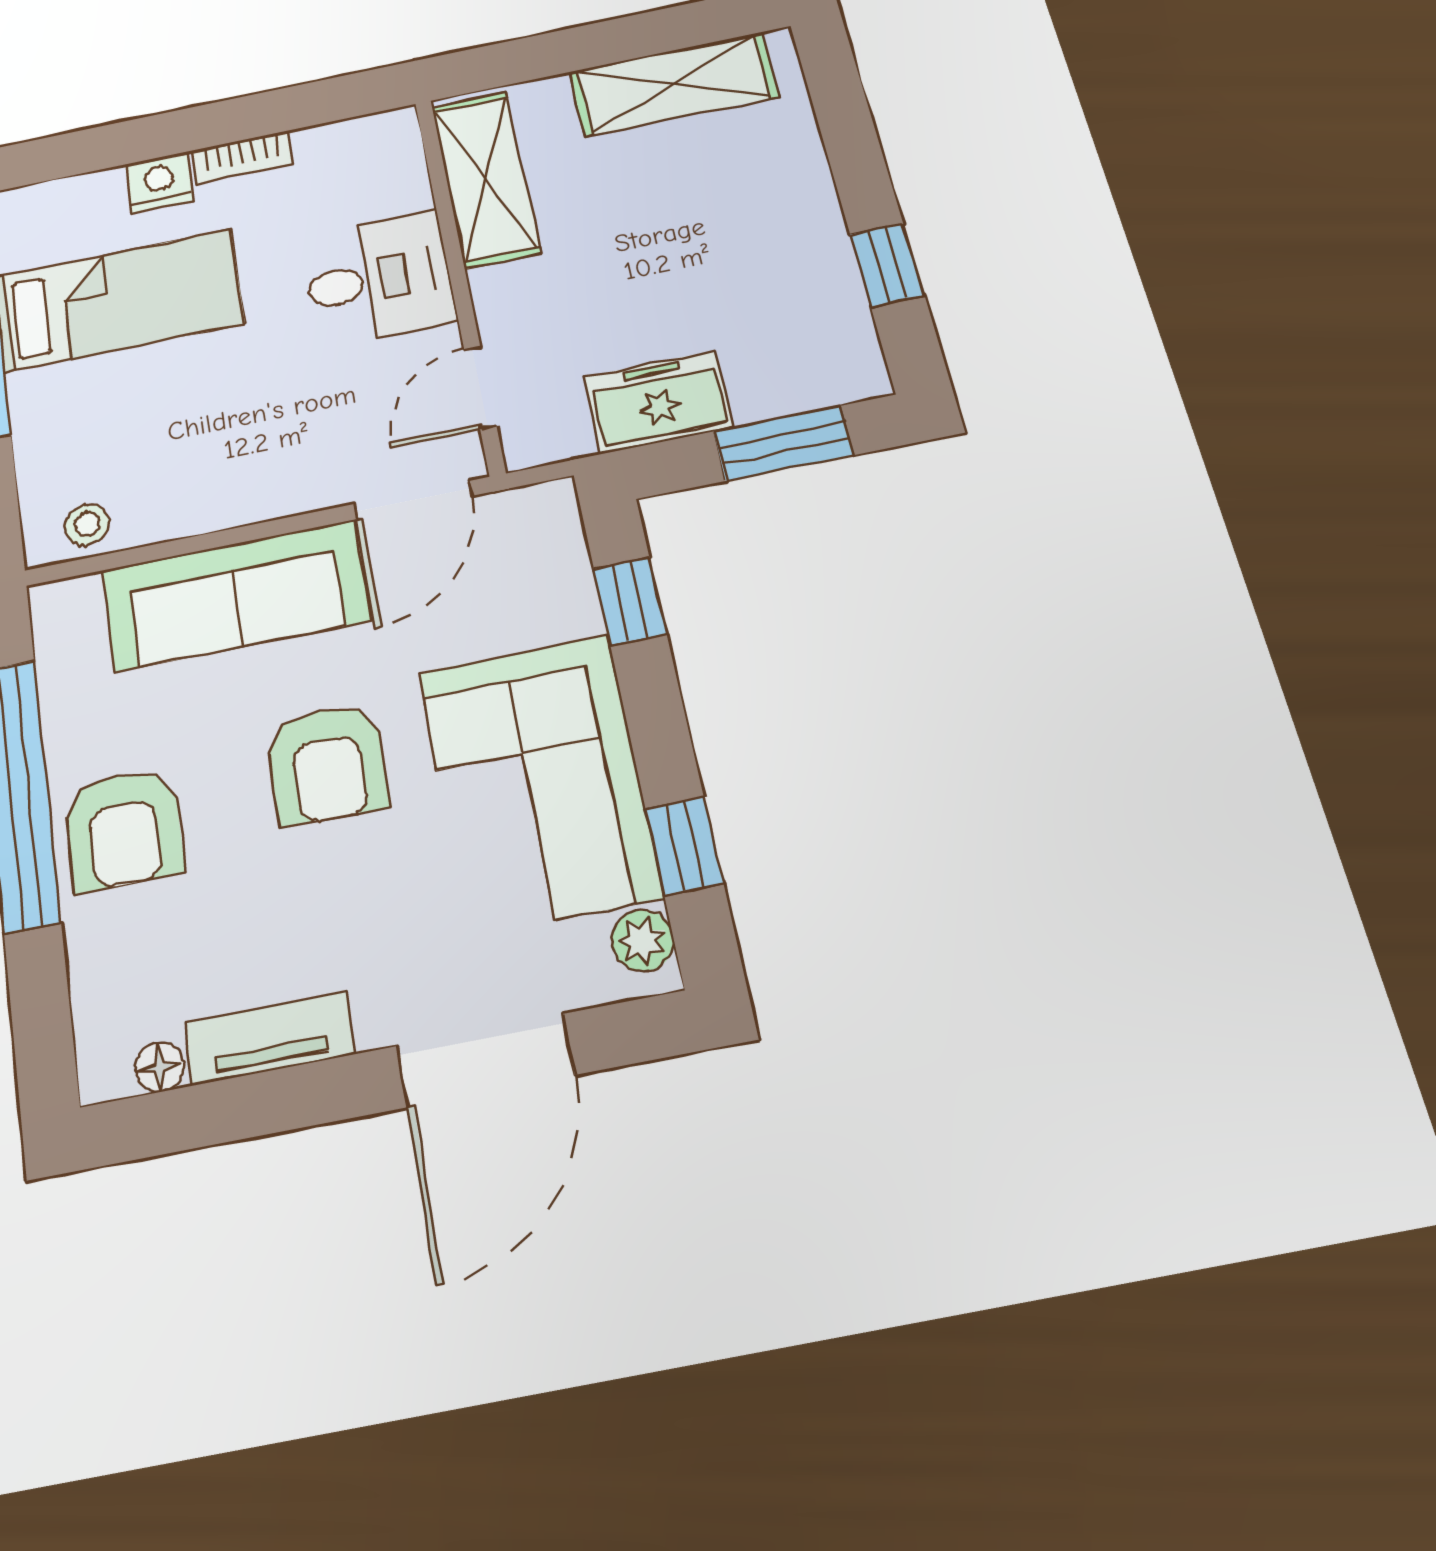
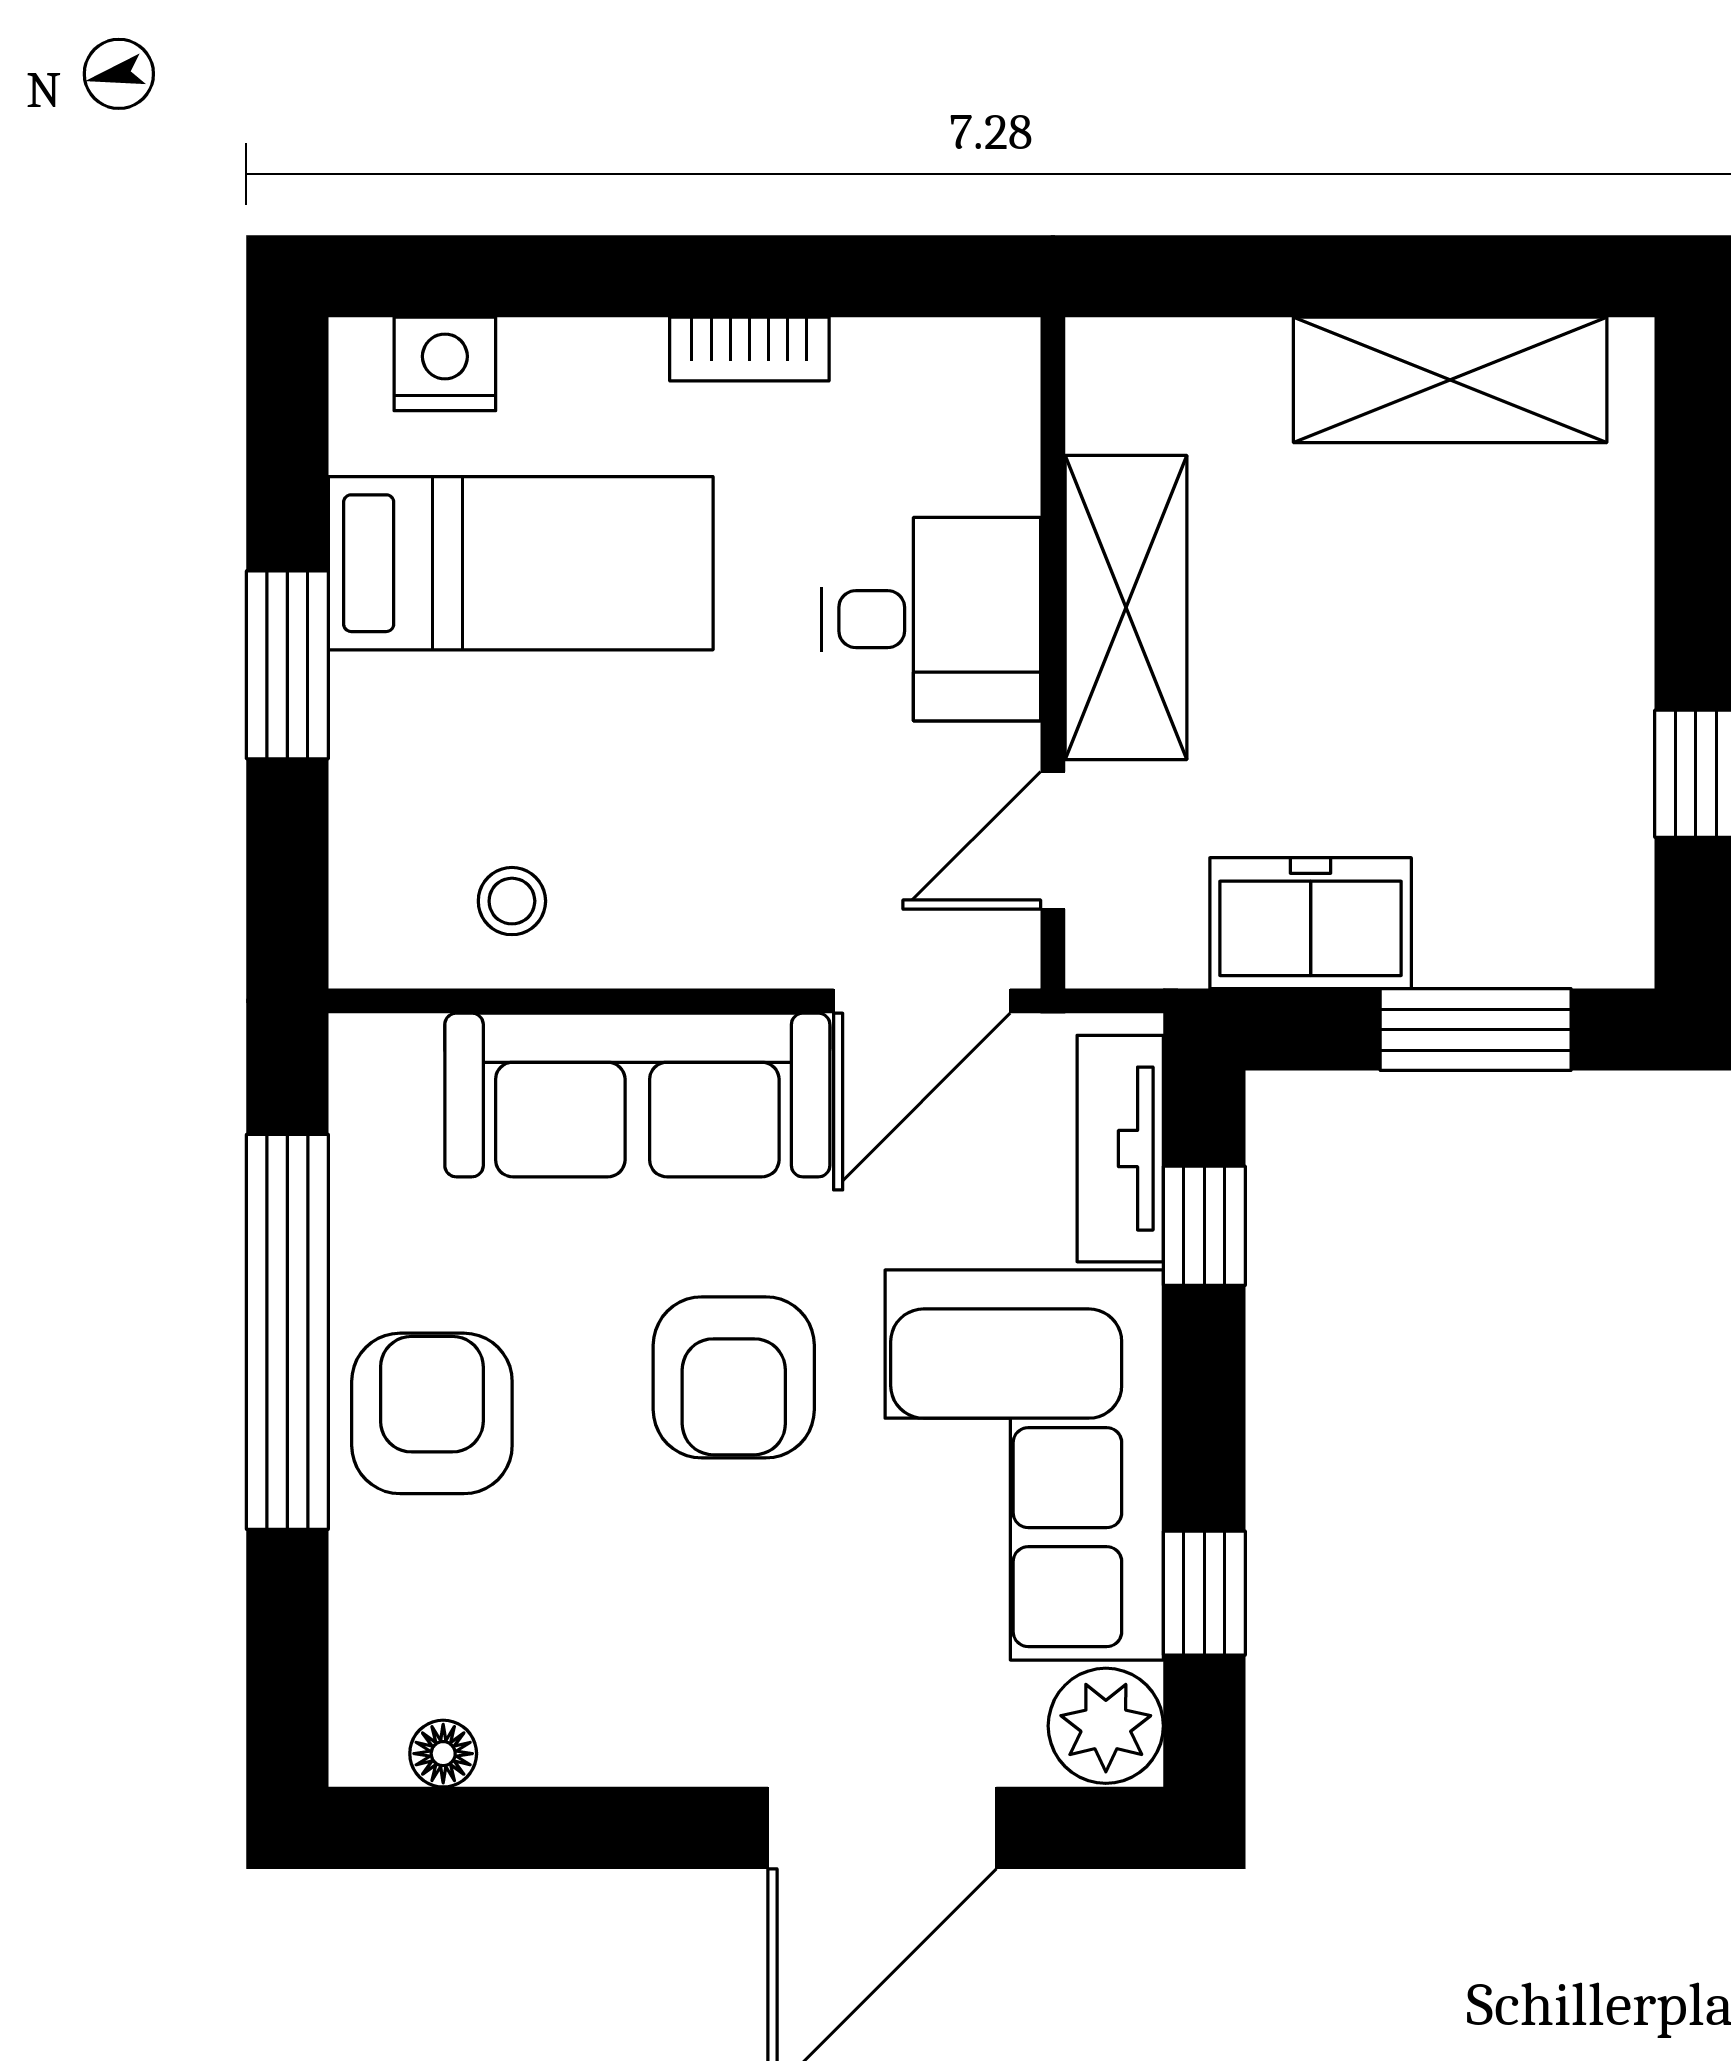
shelving: (486, 179) -> (1126, 608), moved
nightstand: (159, 182) -> (445, 364), moved
stool: (87, 524) -> (512, 901), moved
armchair: (124, 829) -> (432, 1413), turned 180
plant: (643, 940) -> (1106, 1726), width x1.38, depth x1.38
tv unit: (270, 1038) -> (1120, 1149), moved, turned -90

